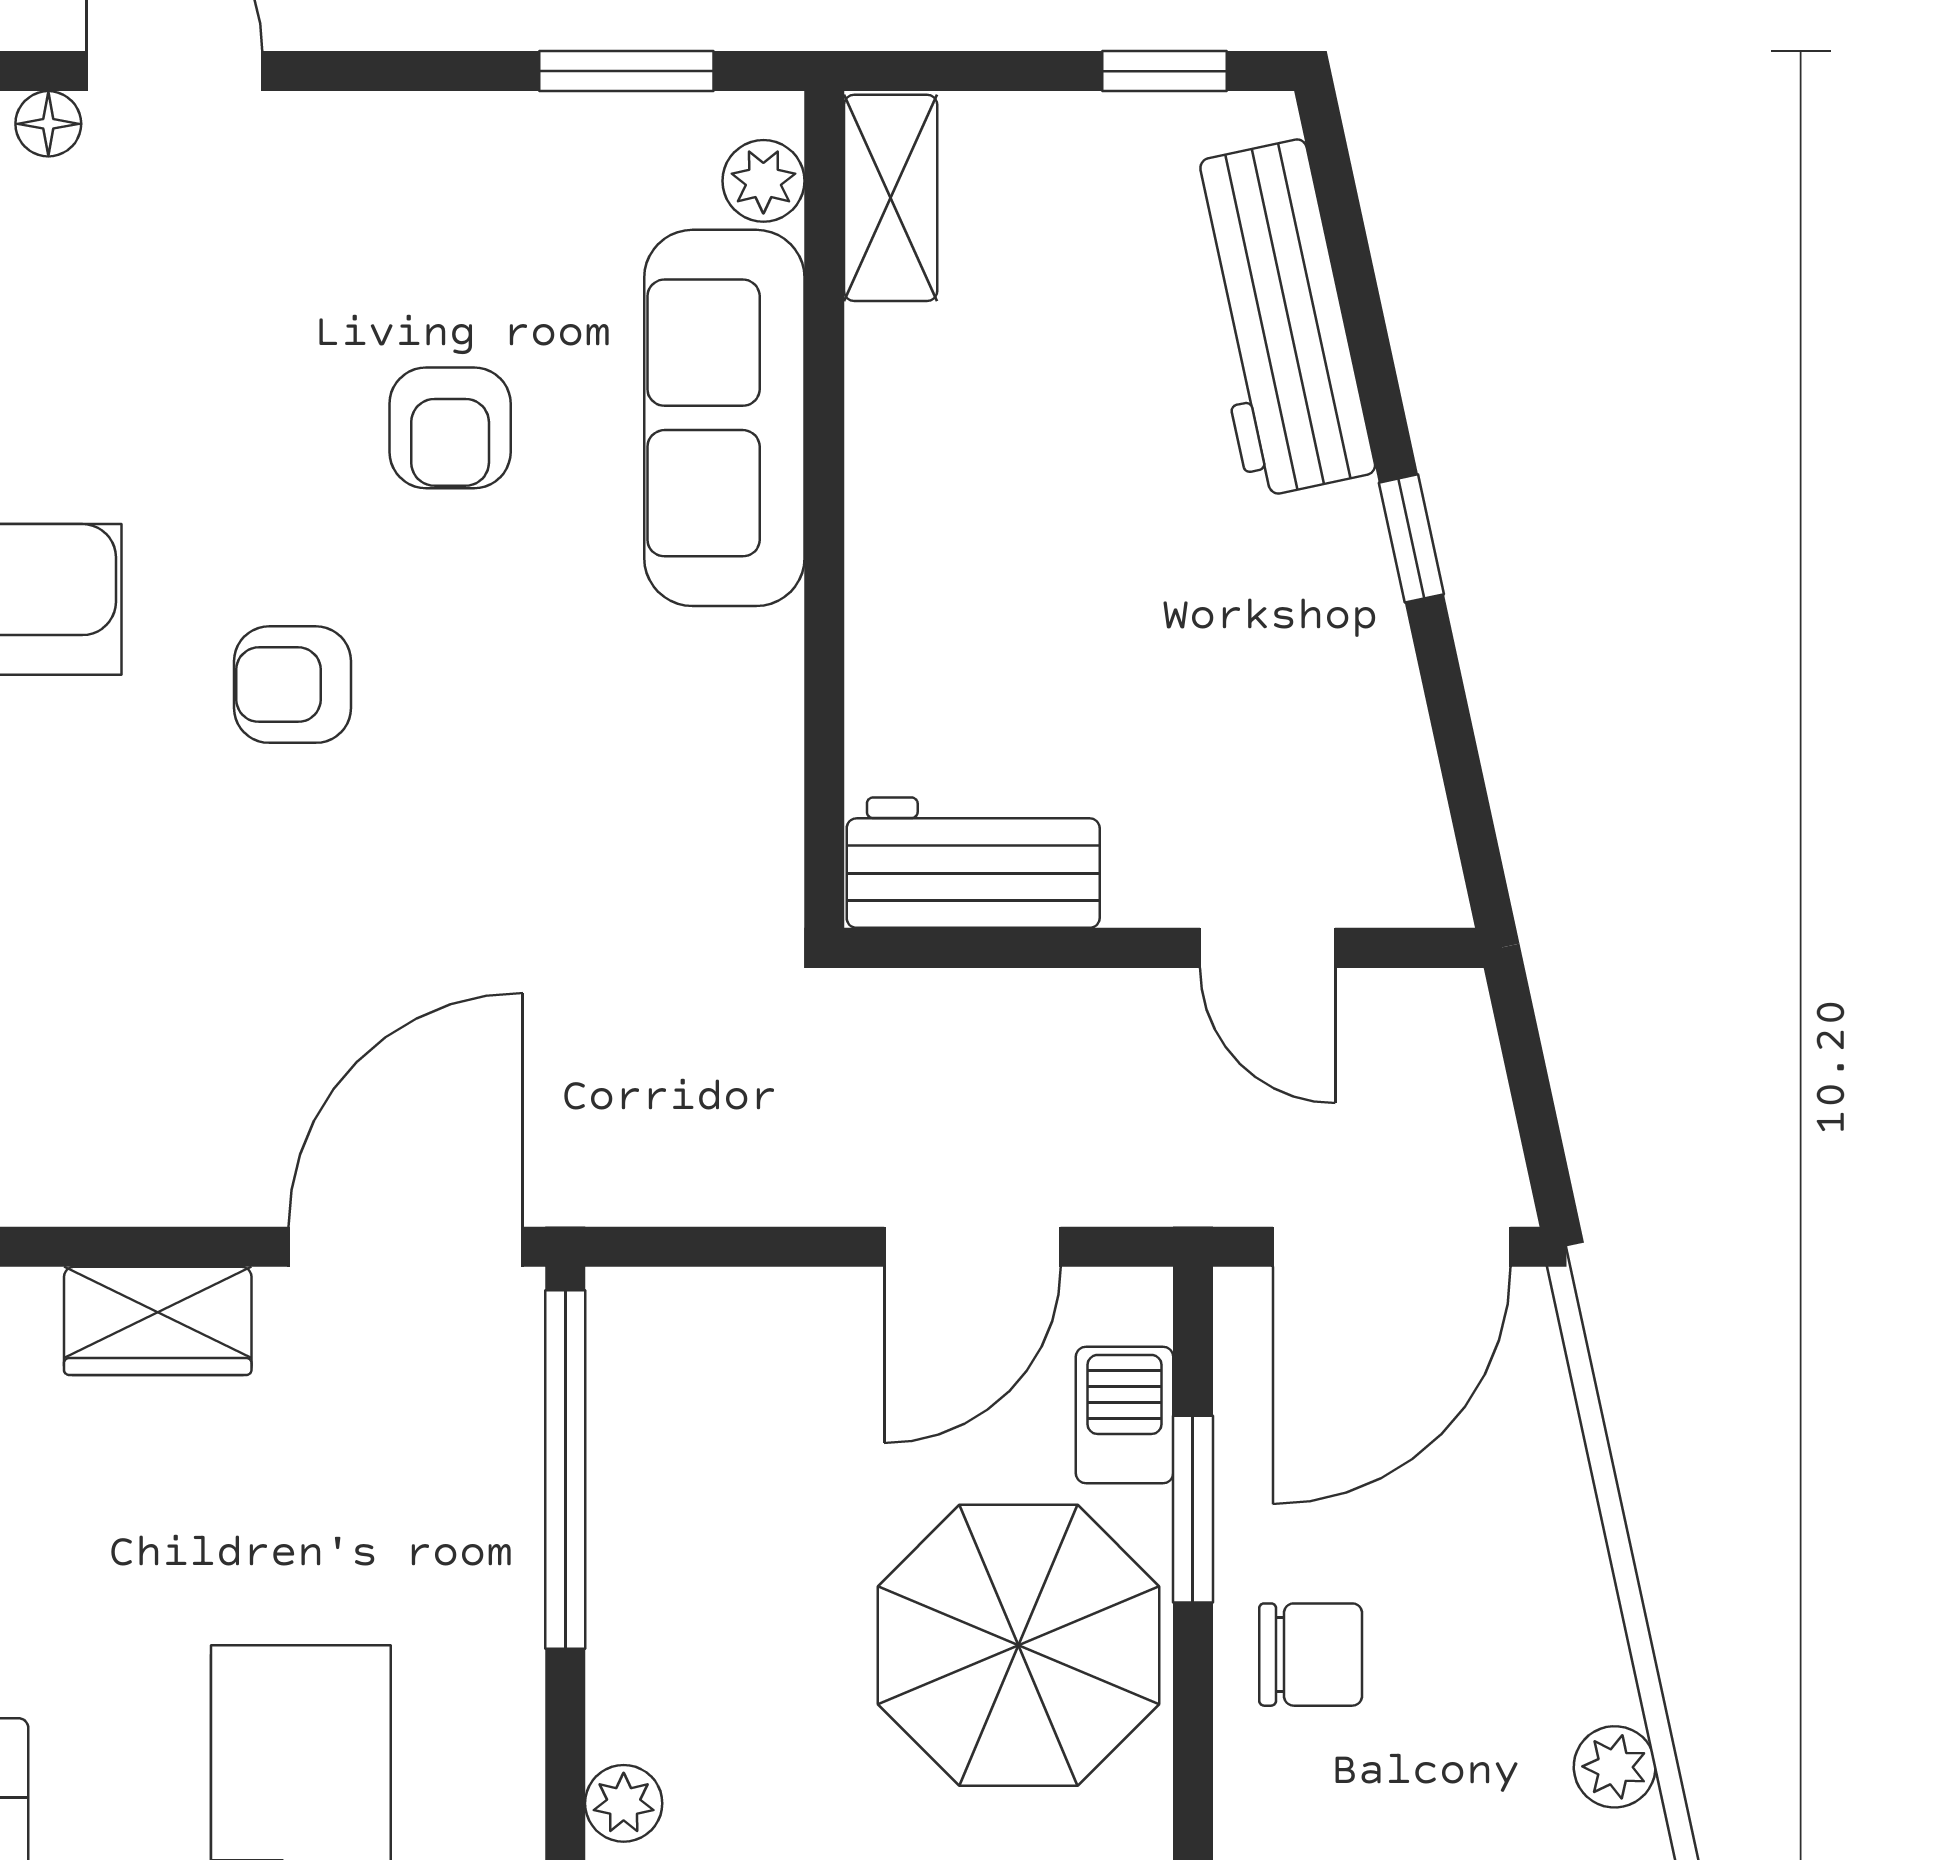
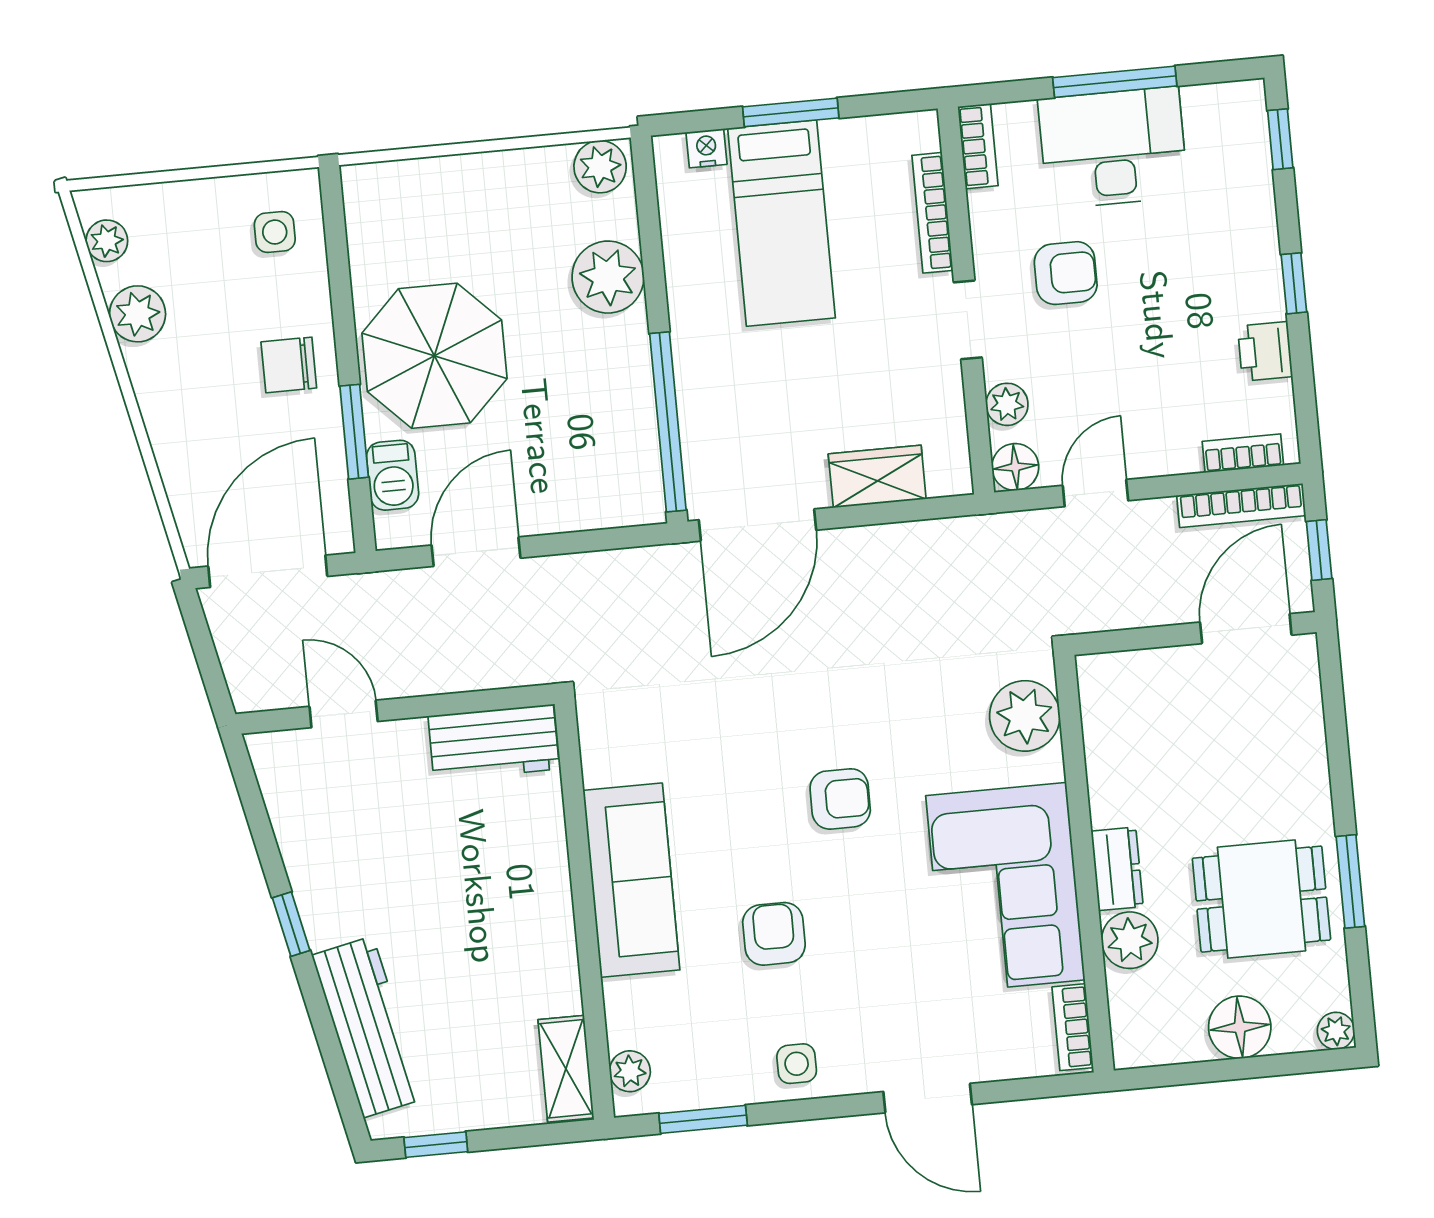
floor lamp: (48, 124) -> (988, 1066), removed
side table: (429, 164) -> (797, 1064), added
sofa: (724, 418) -> (631, 880), moved
plant: (1615, 1767) -> (138, 314), width x1.38, depth x1.38
plant: (624, 1803) -> (608, 277), width x1.87, depth x1.87

